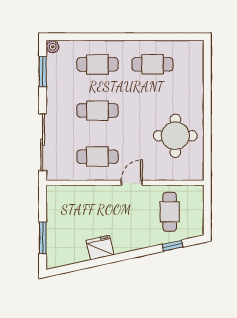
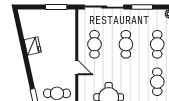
window: (43, 71) -> (142, 7), moved
window: (43, 238) -> (56, 7), moved

